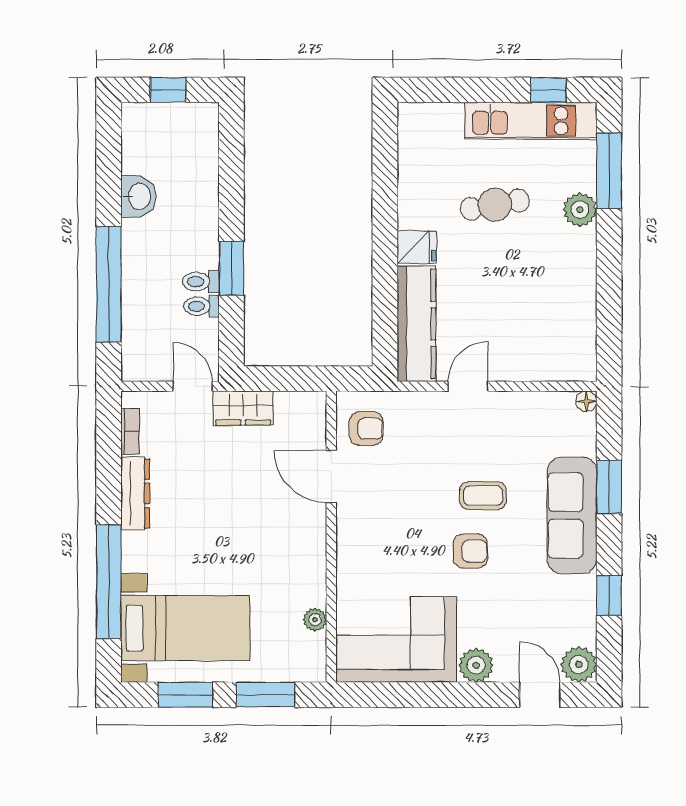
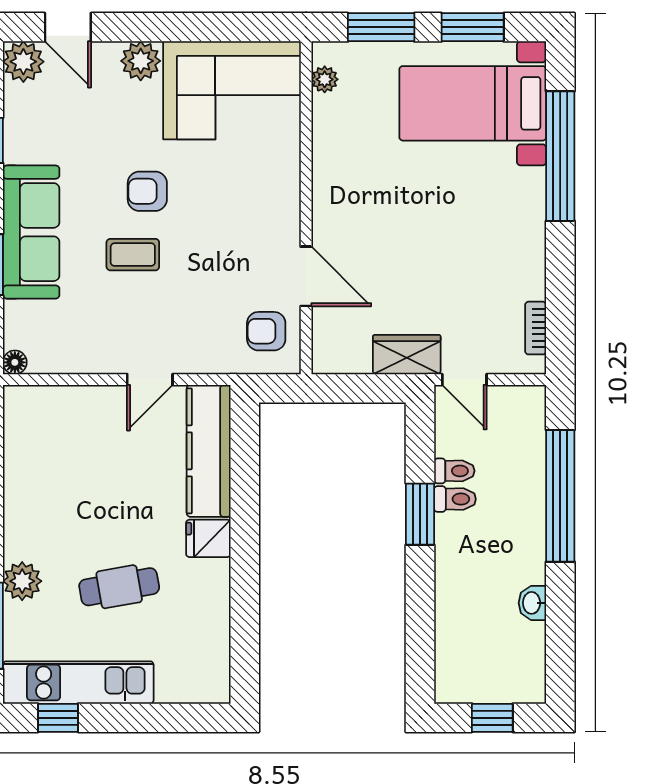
washbasin: (138, 196) -> (532, 603), width x0.72, depth x0.69
dresser: (135, 494) -> (530, 257), removed
plant: (315, 620) -> (325, 79), moved

